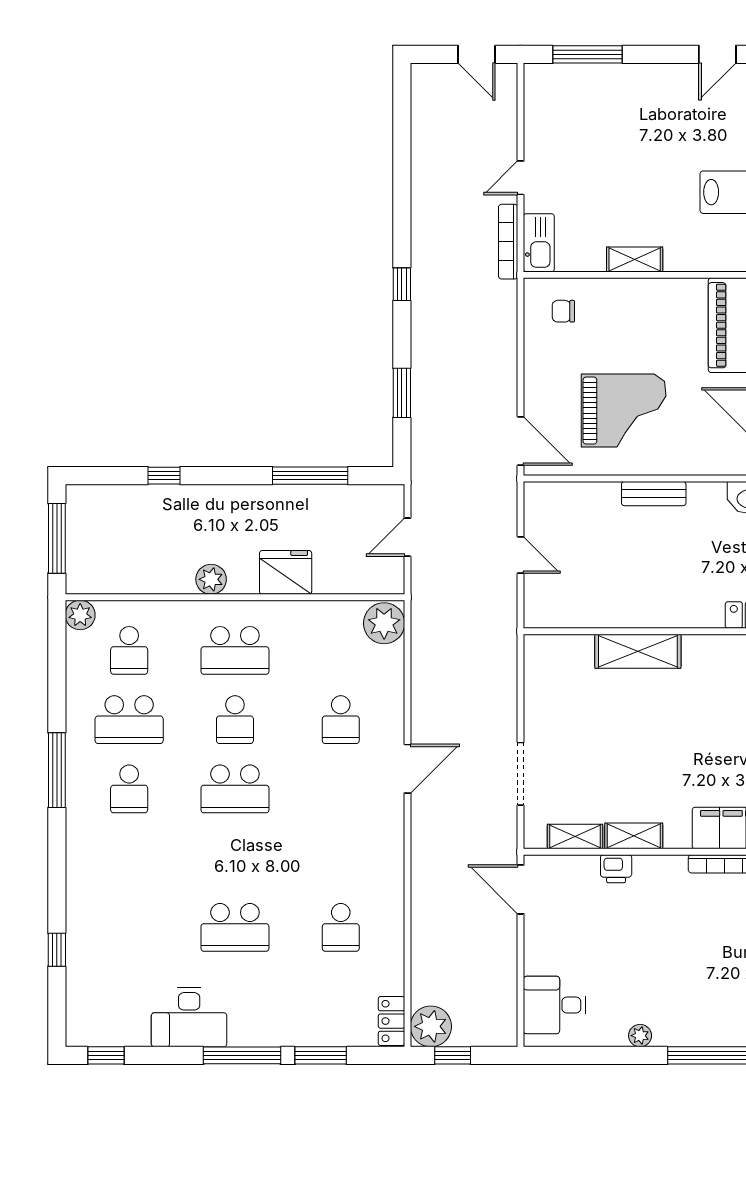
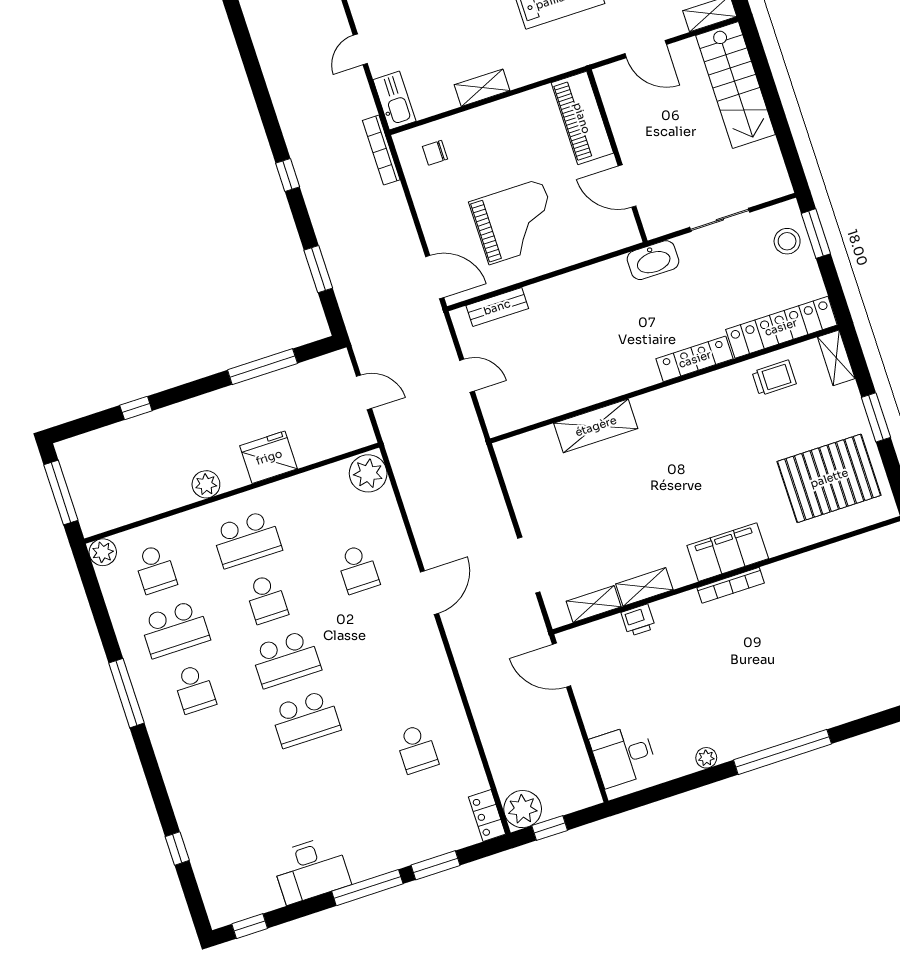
bookcase: (508, 242) -> (381, 150), moved
bench: (654, 494) -> (497, 307), moved
door: (407, 537) -> (364, 392), swing flipped
school desk: (235, 927) -> (305, 719), moved

